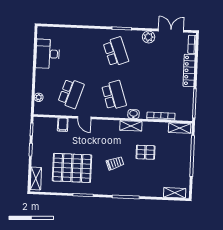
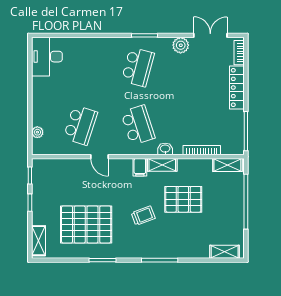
school desk: (116, 52) -> (138, 67), turned 36
desk: (48, 54) -> (47, 57), moved
filing cabinet: (63, 125) -> (140, 167), moved
pallet: (145, 152) -> (183, 199), width x1.50, depth x1.42

